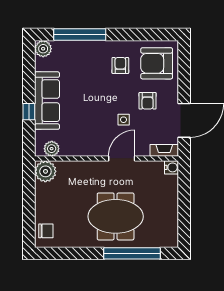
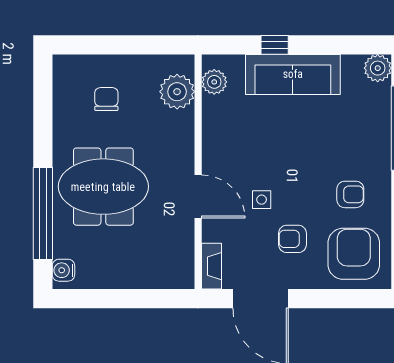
water cooler: (171, 167) -> (63, 270), moved, turned 90
plant: (45, 171) -> (177, 92), moved
meeting table: (116, 216) -> (103, 187), turned 90
chair: (46, 231) -> (106, 99), moved, turned 180

